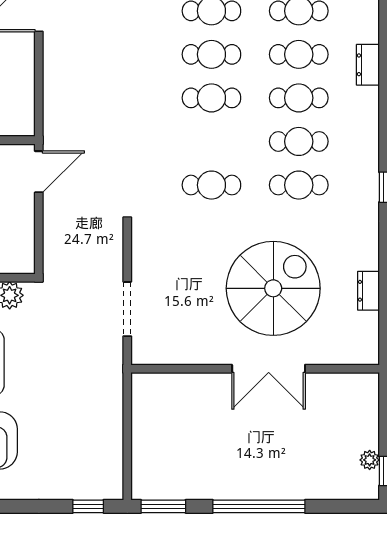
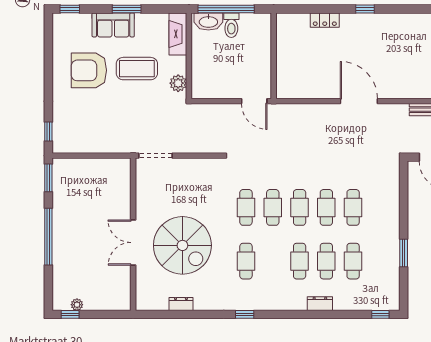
cafe table: (299, 141) -> (273, 207), moved
doorway: (127, 309) -> (155, 156), moved

